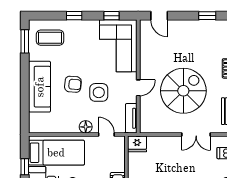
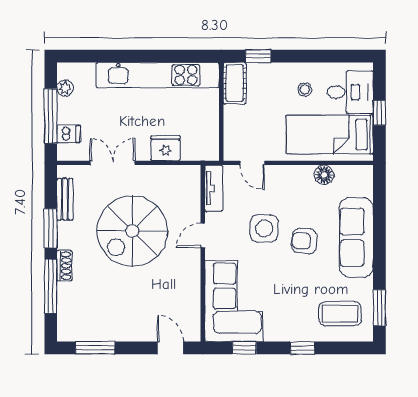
window: (207, 16) -> (95, 348), width x1.50
floor lamp: (86, 127) -> (324, 175), moved
fridge: (137, 144) -> (165, 148), moved

